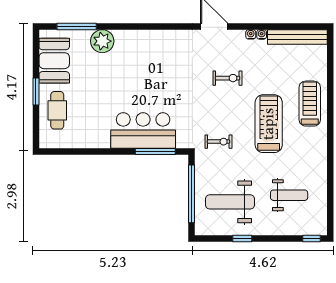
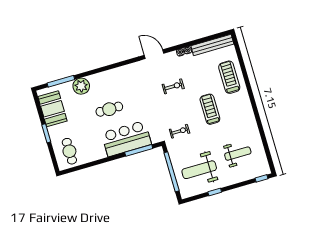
cafe table: (131, 84) -> (109, 109), added
treadmill: (310, 104) -> (229, 77), moved
cafe table: (57, 110) -> (69, 151), moved
treadmill: (269, 124) -> (210, 109), width x0.73, depth x0.73

